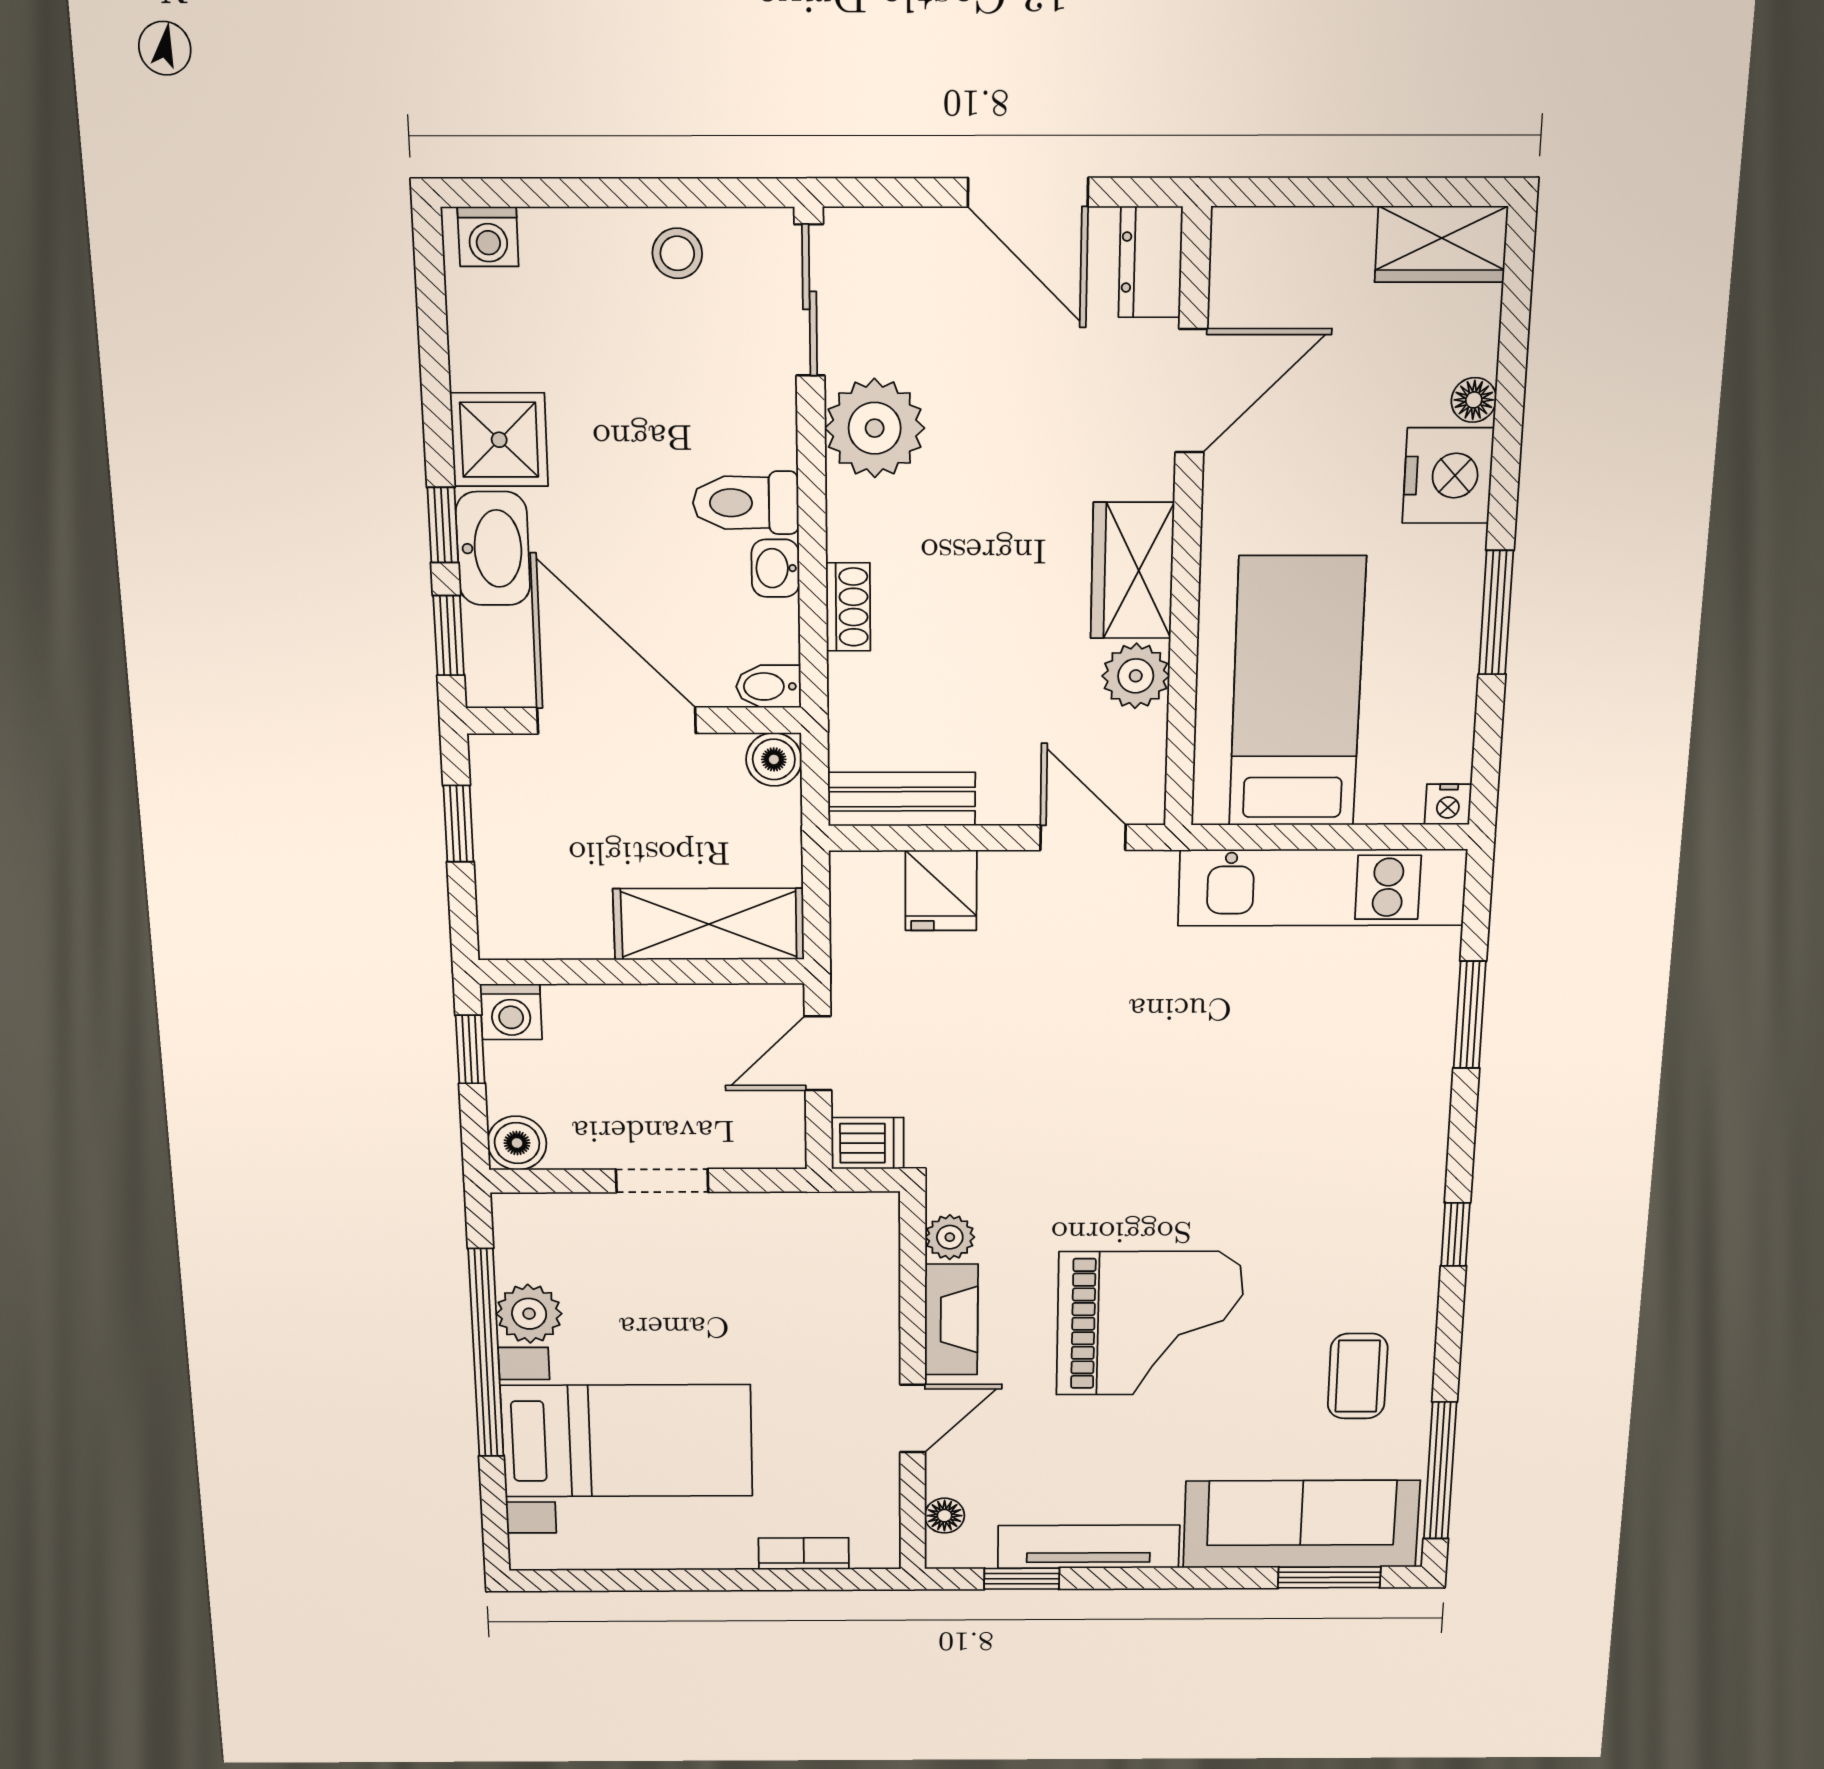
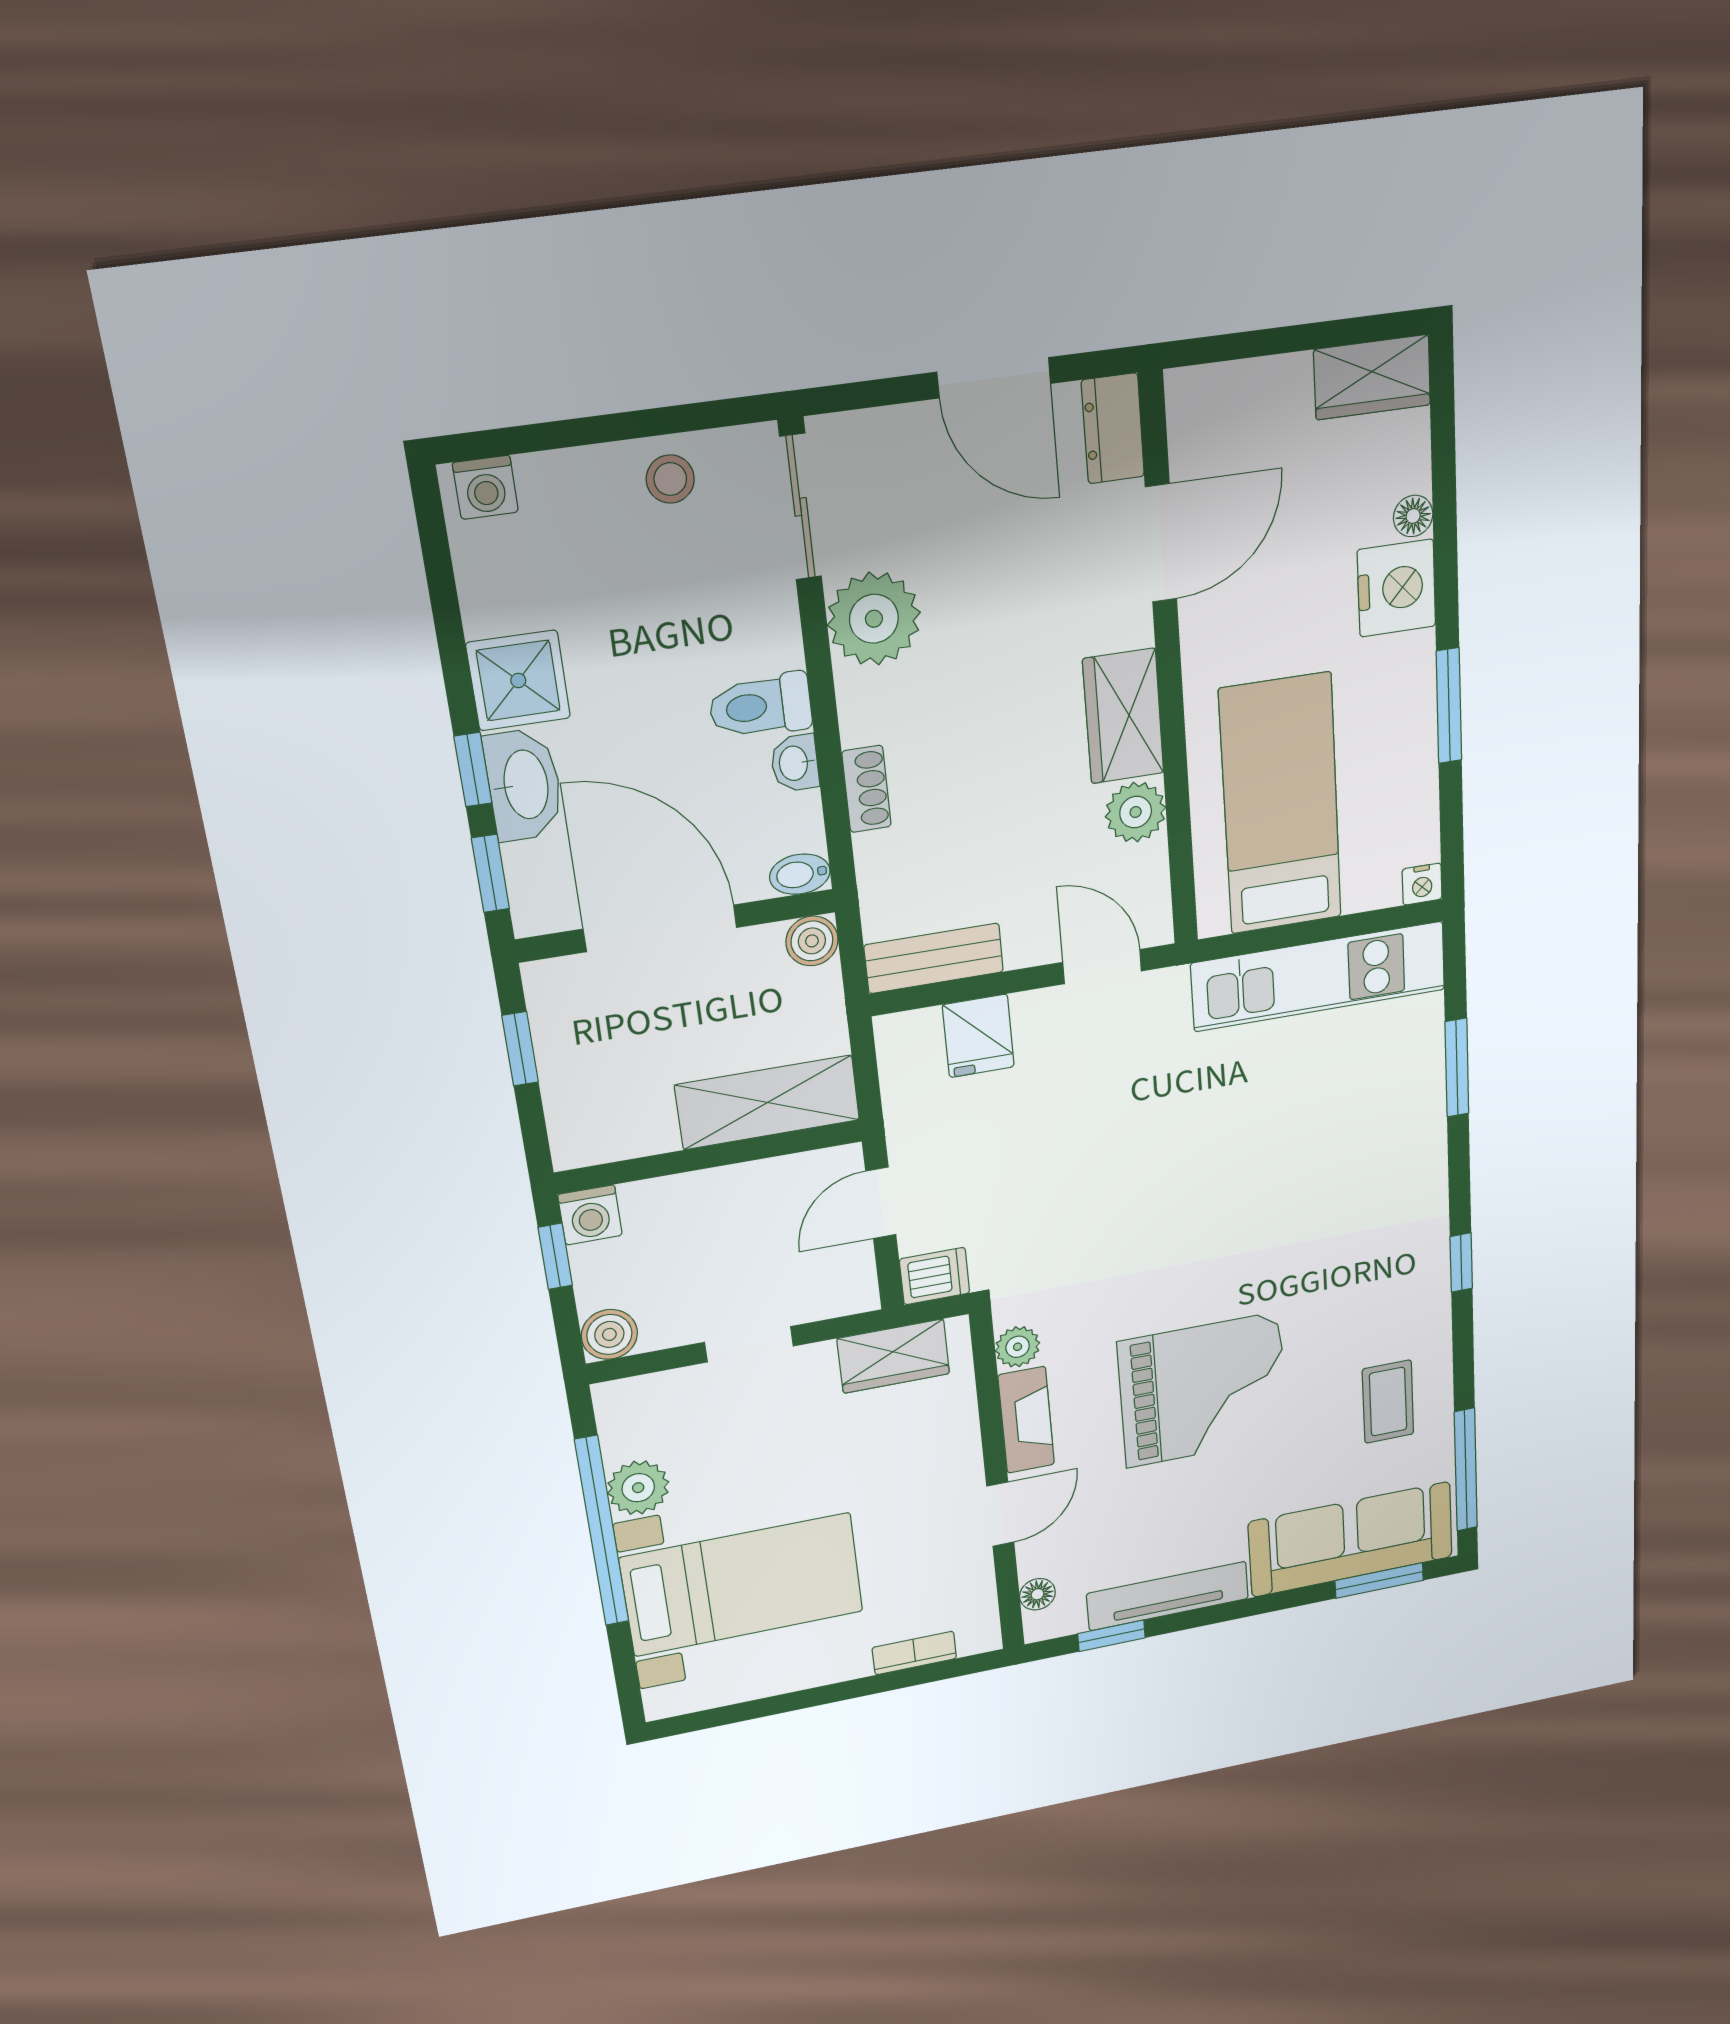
wardrobe: (814, 1222) -> (893, 1356), added

